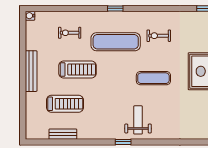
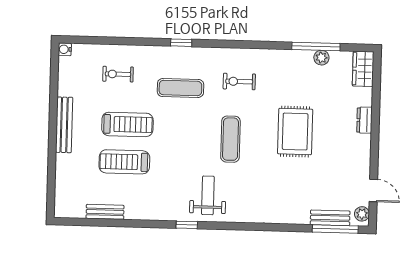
exercise mat: (116, 42) -> (180, 88), width x0.73, depth x0.69
exercise mat: (153, 78) -> (230, 139), turned 90
treadmill: (65, 104) -> (124, 162), moved, turned 180

